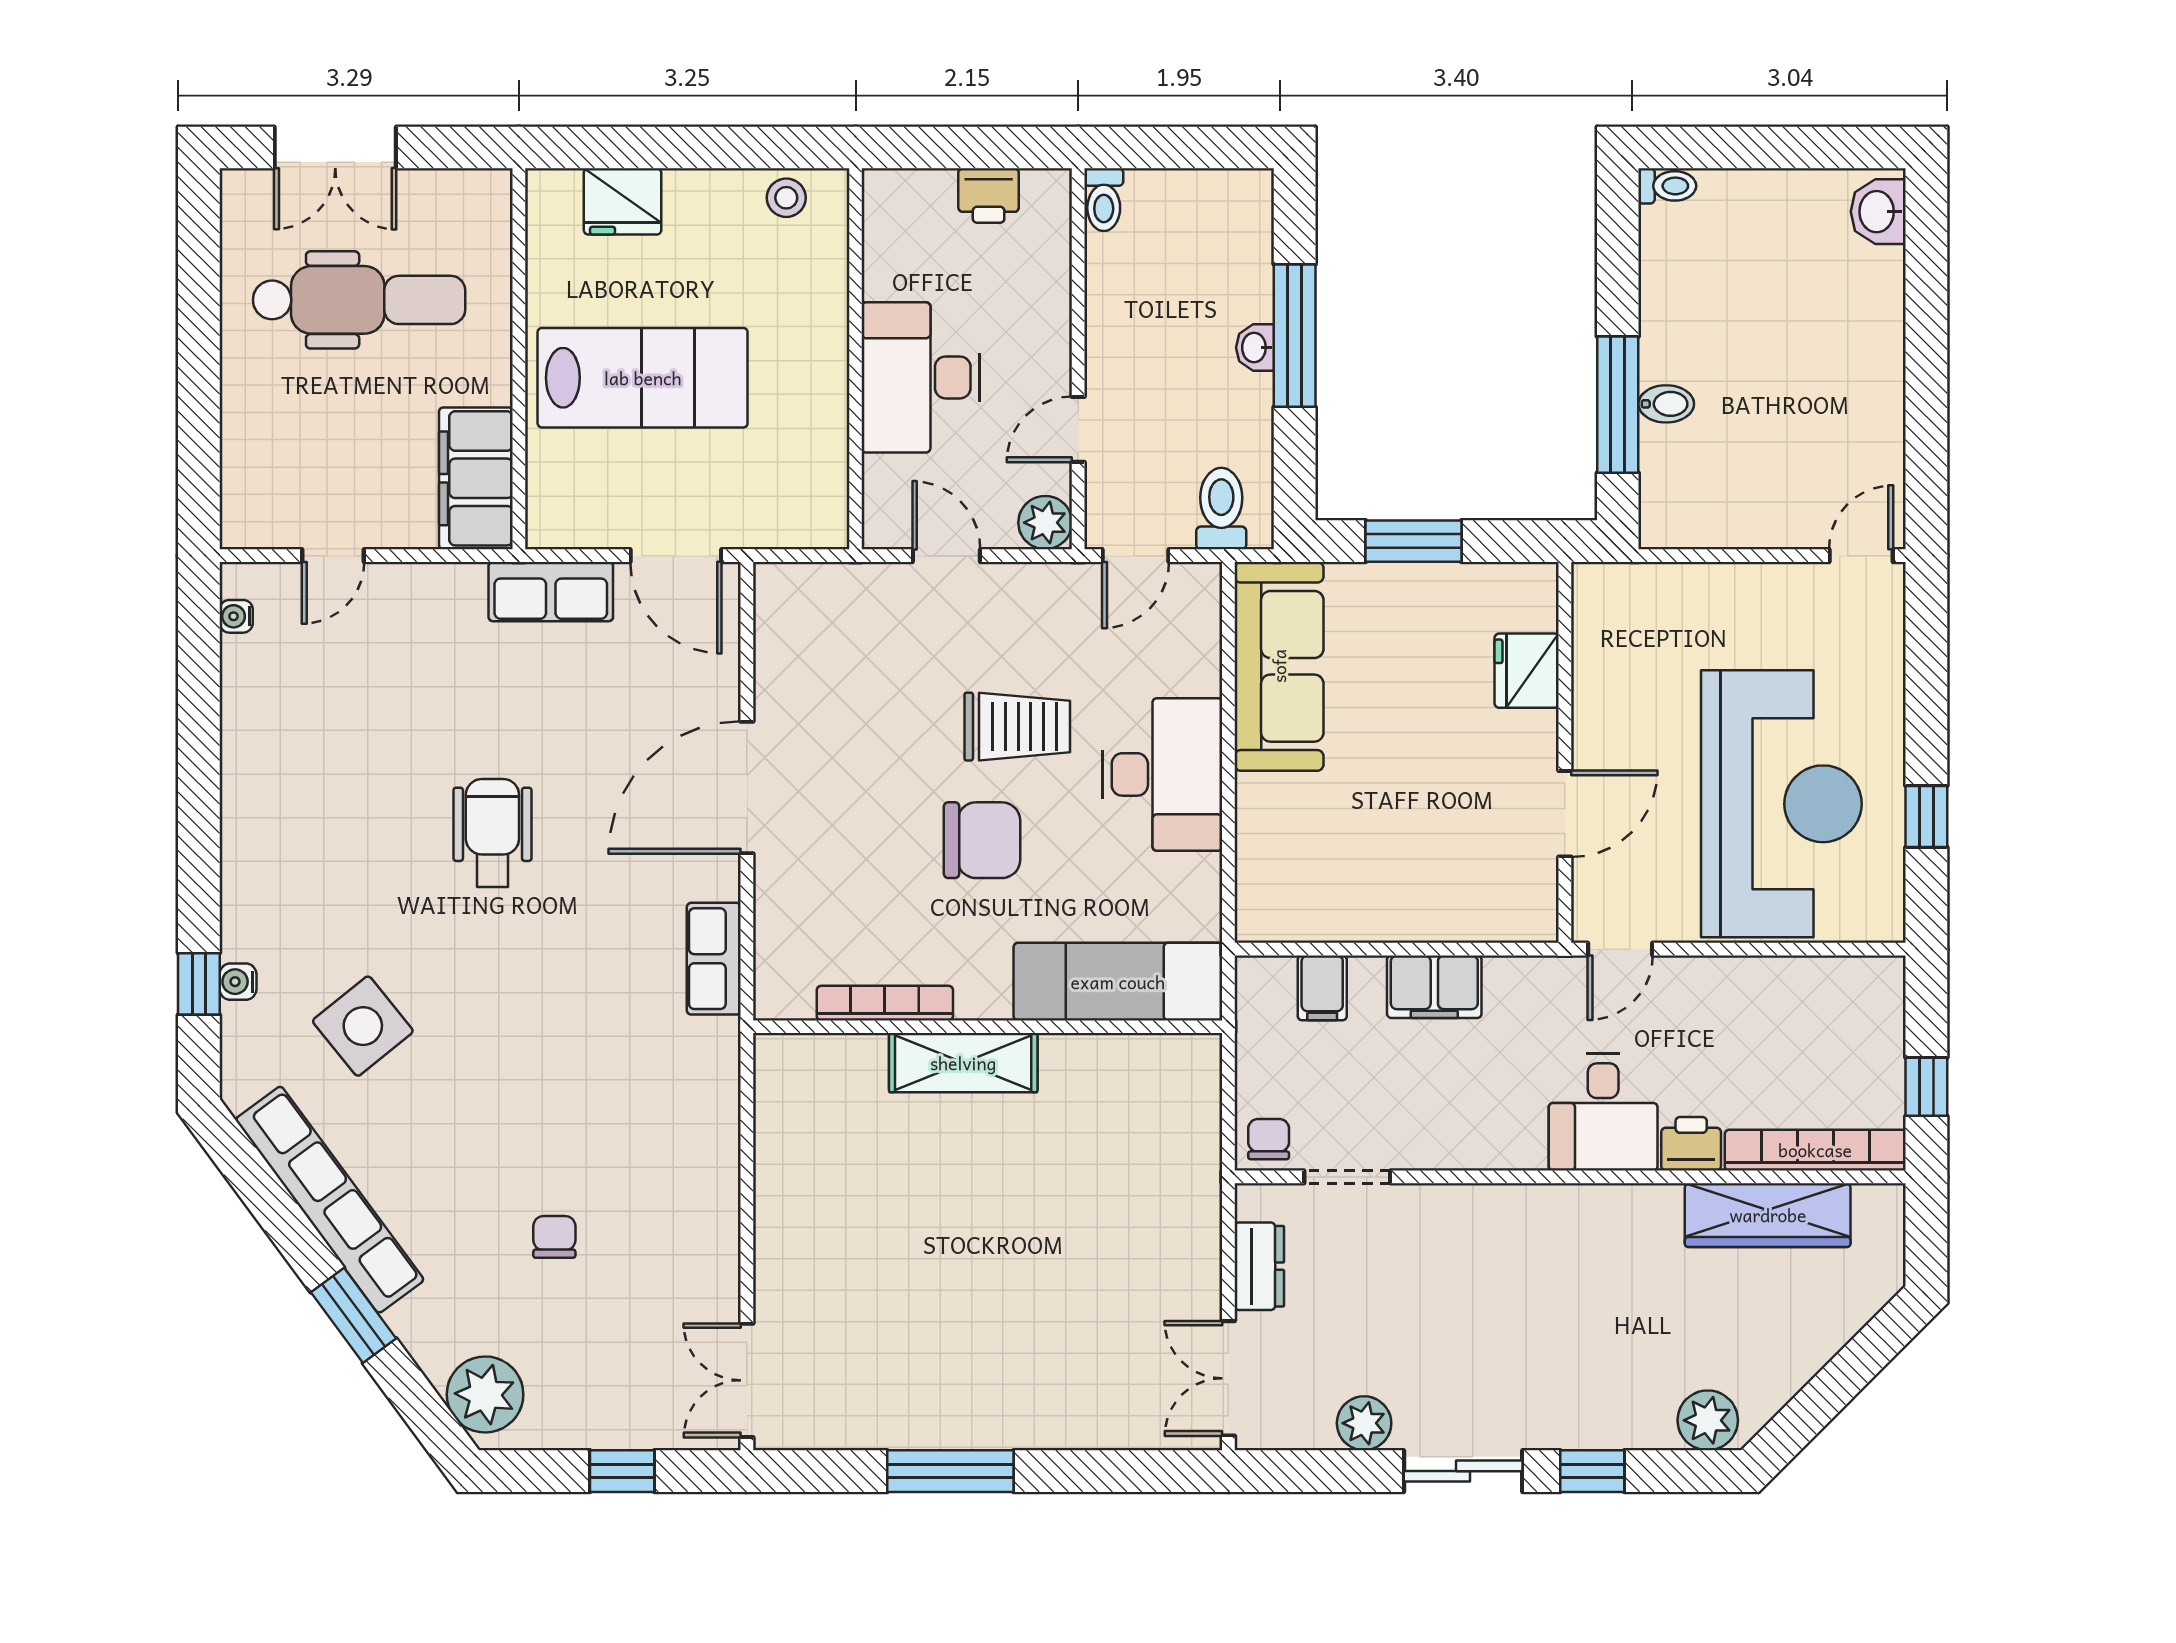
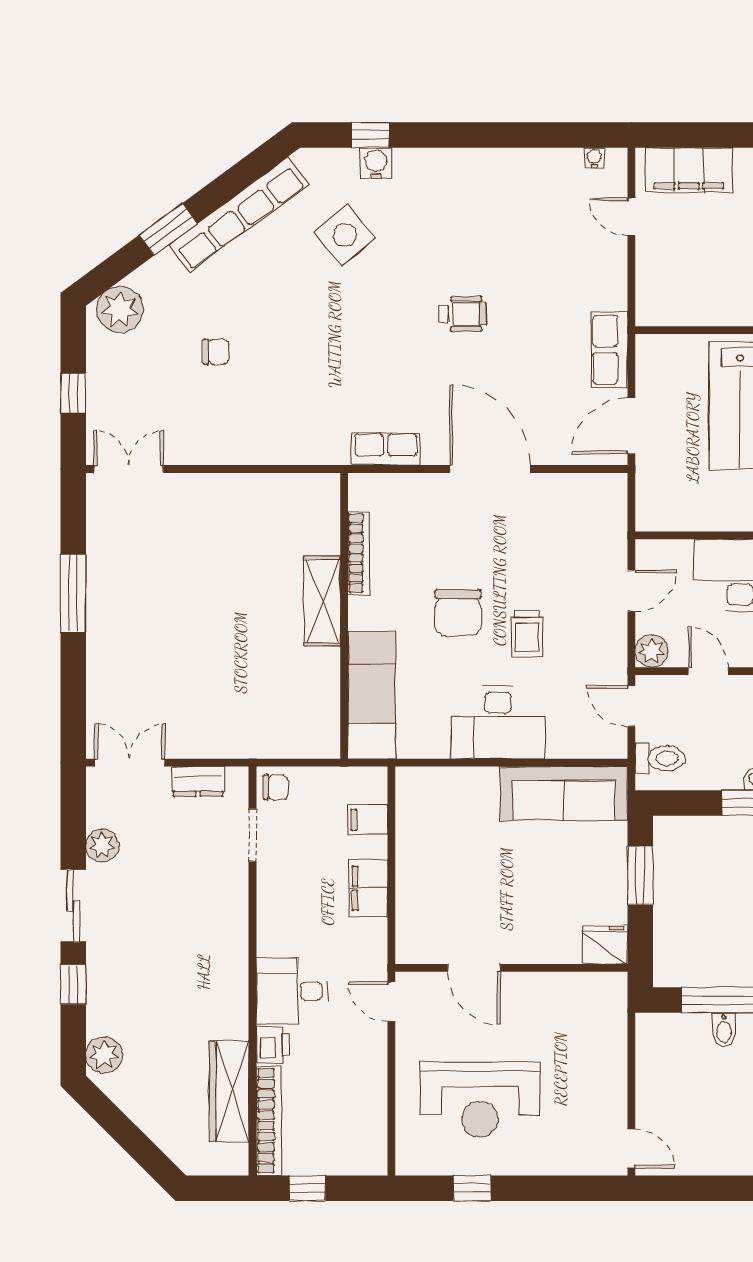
filing cabinet: (476, 478) -> (689, 170), moved, turned 180
fridge: (1527, 671) -> (605, 945), moved
trolley: (1017, 727) -> (527, 634), width x0.73, depth x0.72
reception desk: (1781, 804) -> (480, 1100), width x0.74, depth x0.77
wheelchair: (492, 833) -> (462, 314), width x0.73, depth x0.73
water cooler: (238, 982) -> (376, 163), width x1.38, depth x1.38

